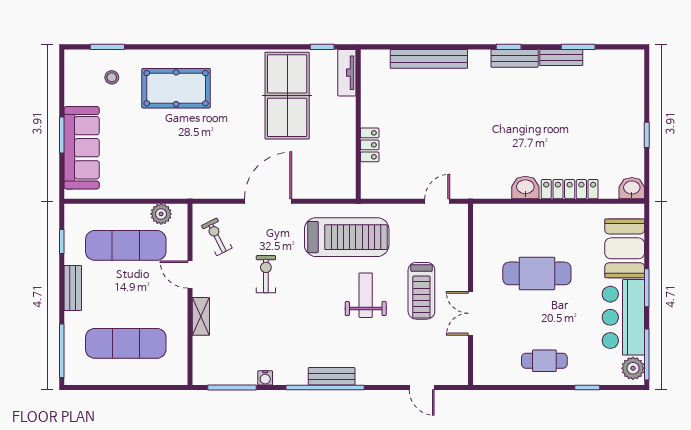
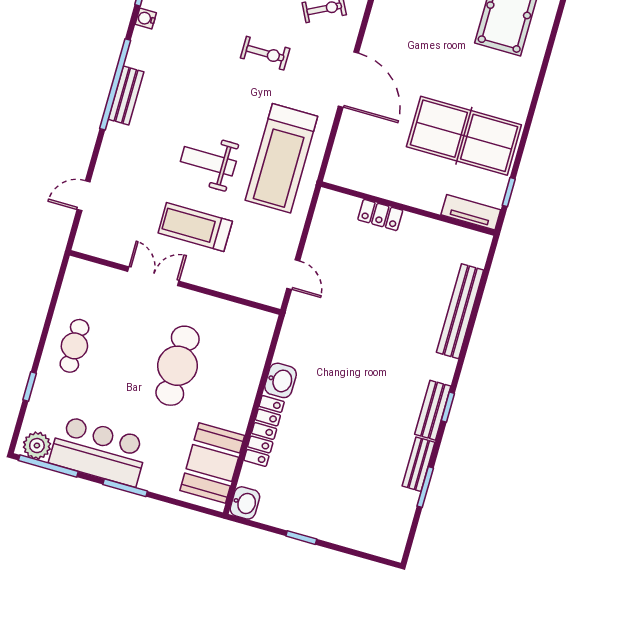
booth: (625, 248) -> (212, 463), moved, turned 90
weight bench: (366, 295) -> (208, 161), turned 180

